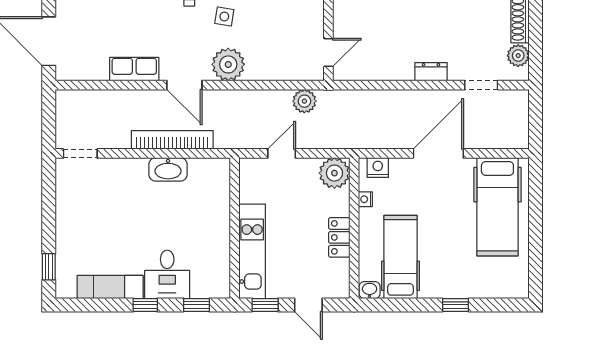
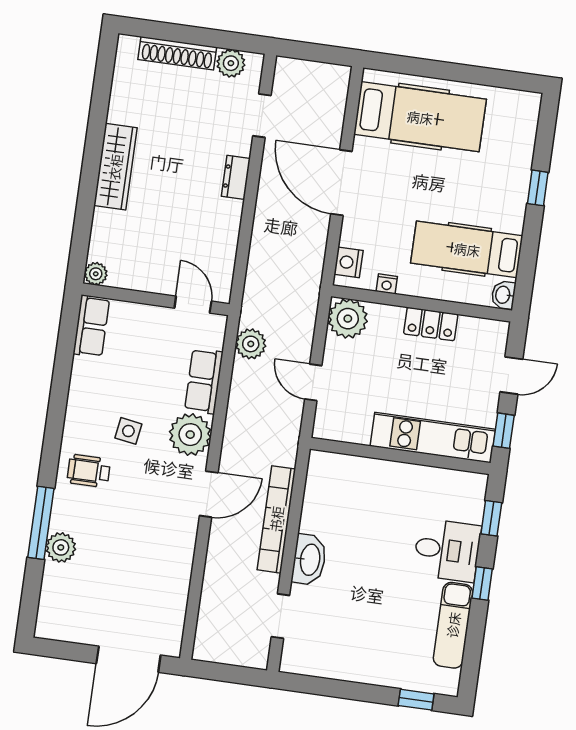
row of seats: (134, 69) -> (204, 381), moved
doorway: (80, 153) -> (280, 616), moved
washbasin: (168, 169) -> (309, 560), moved

